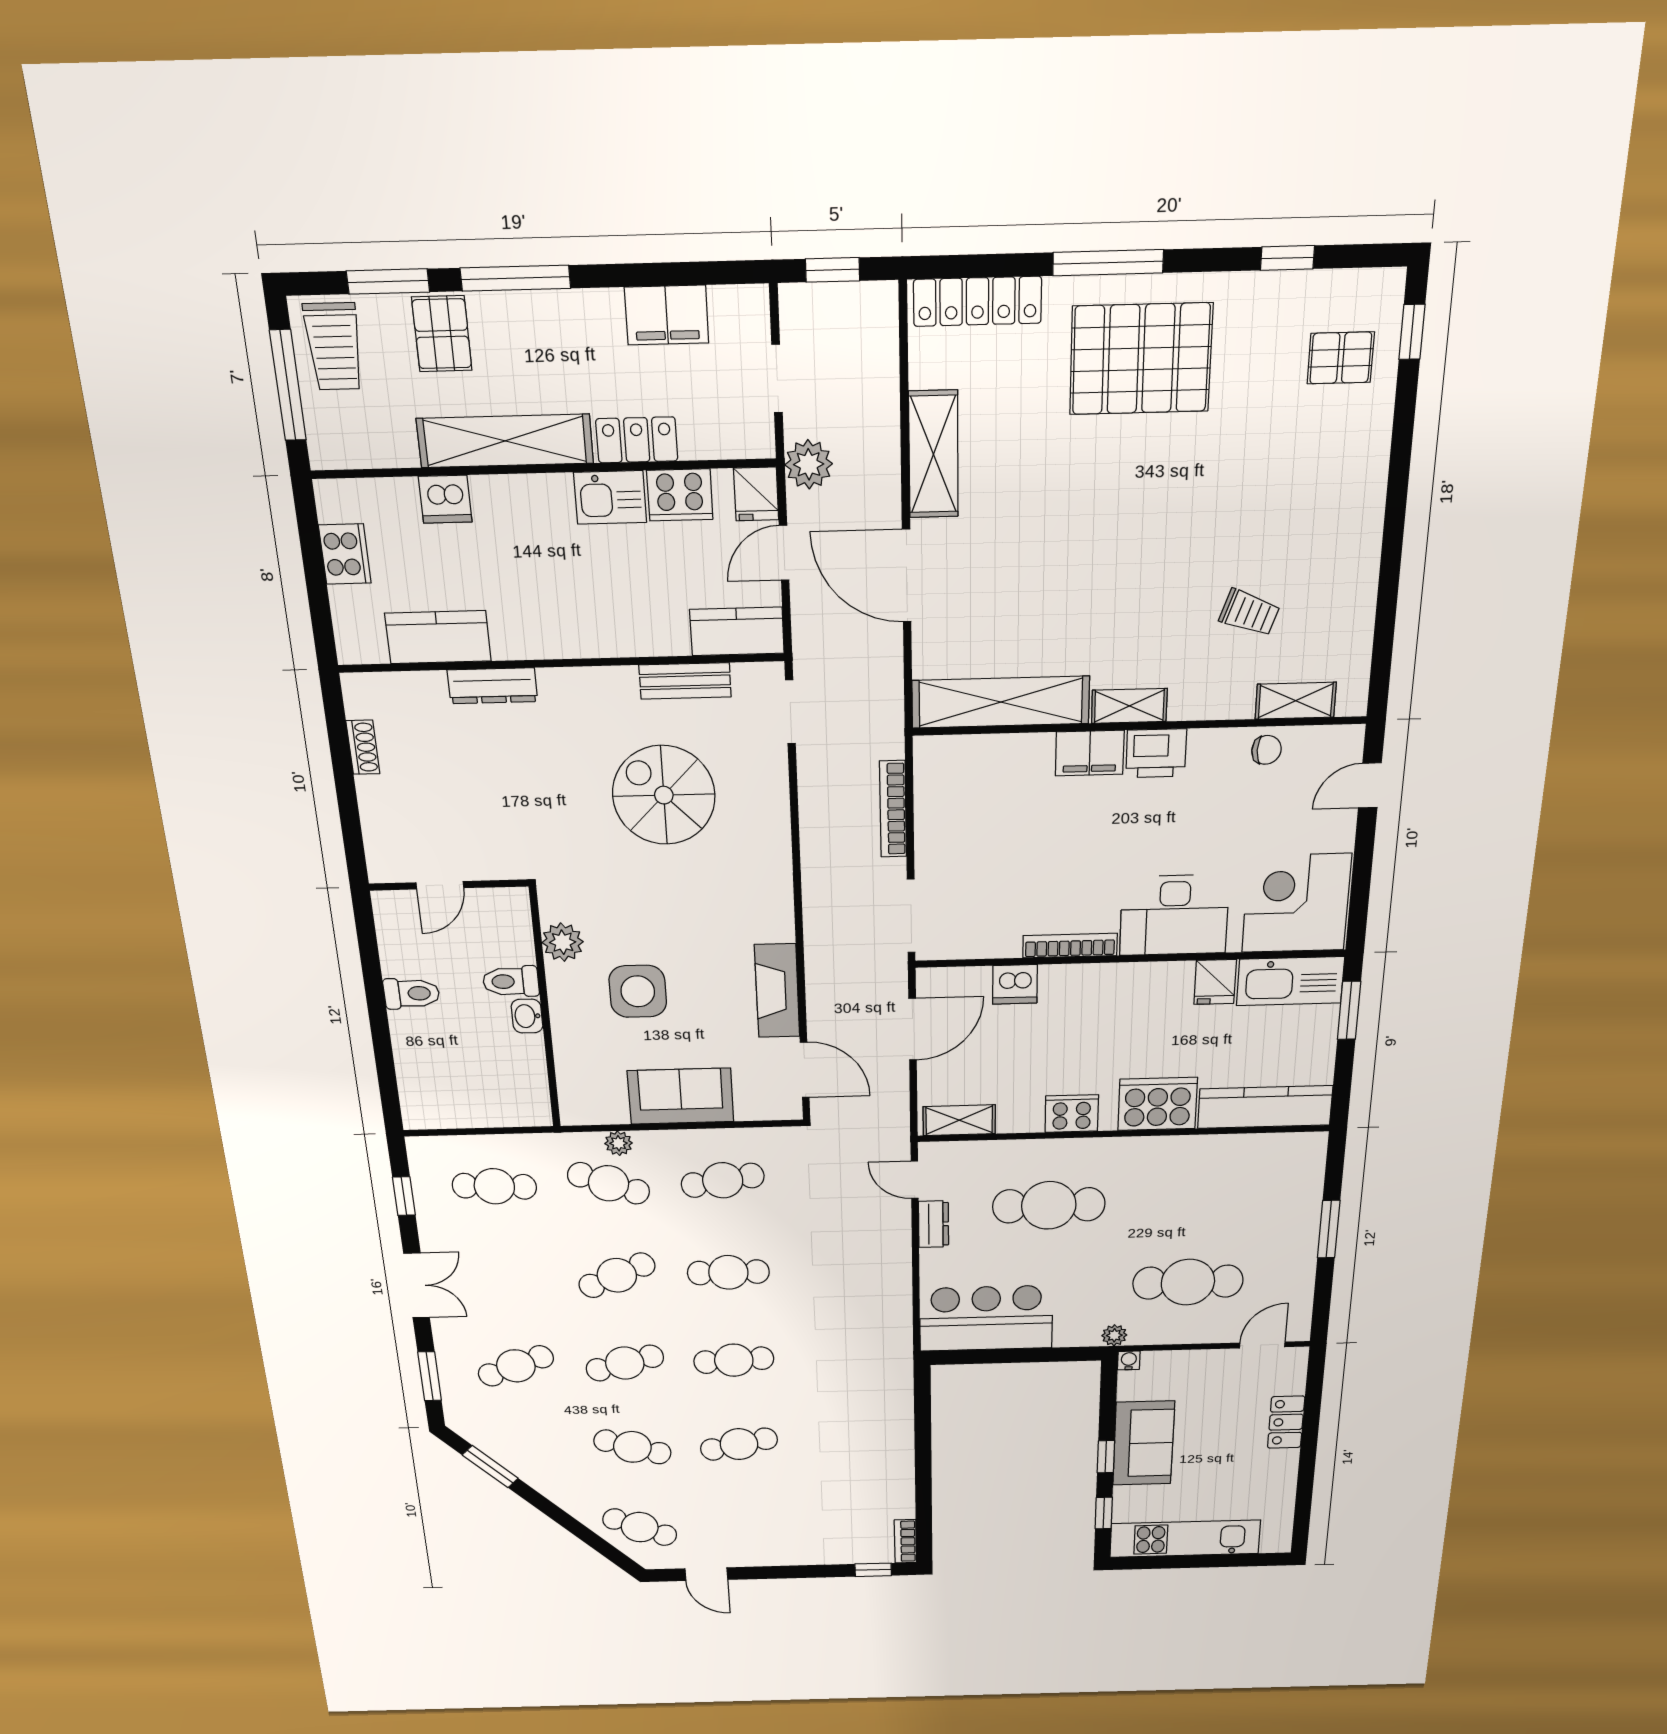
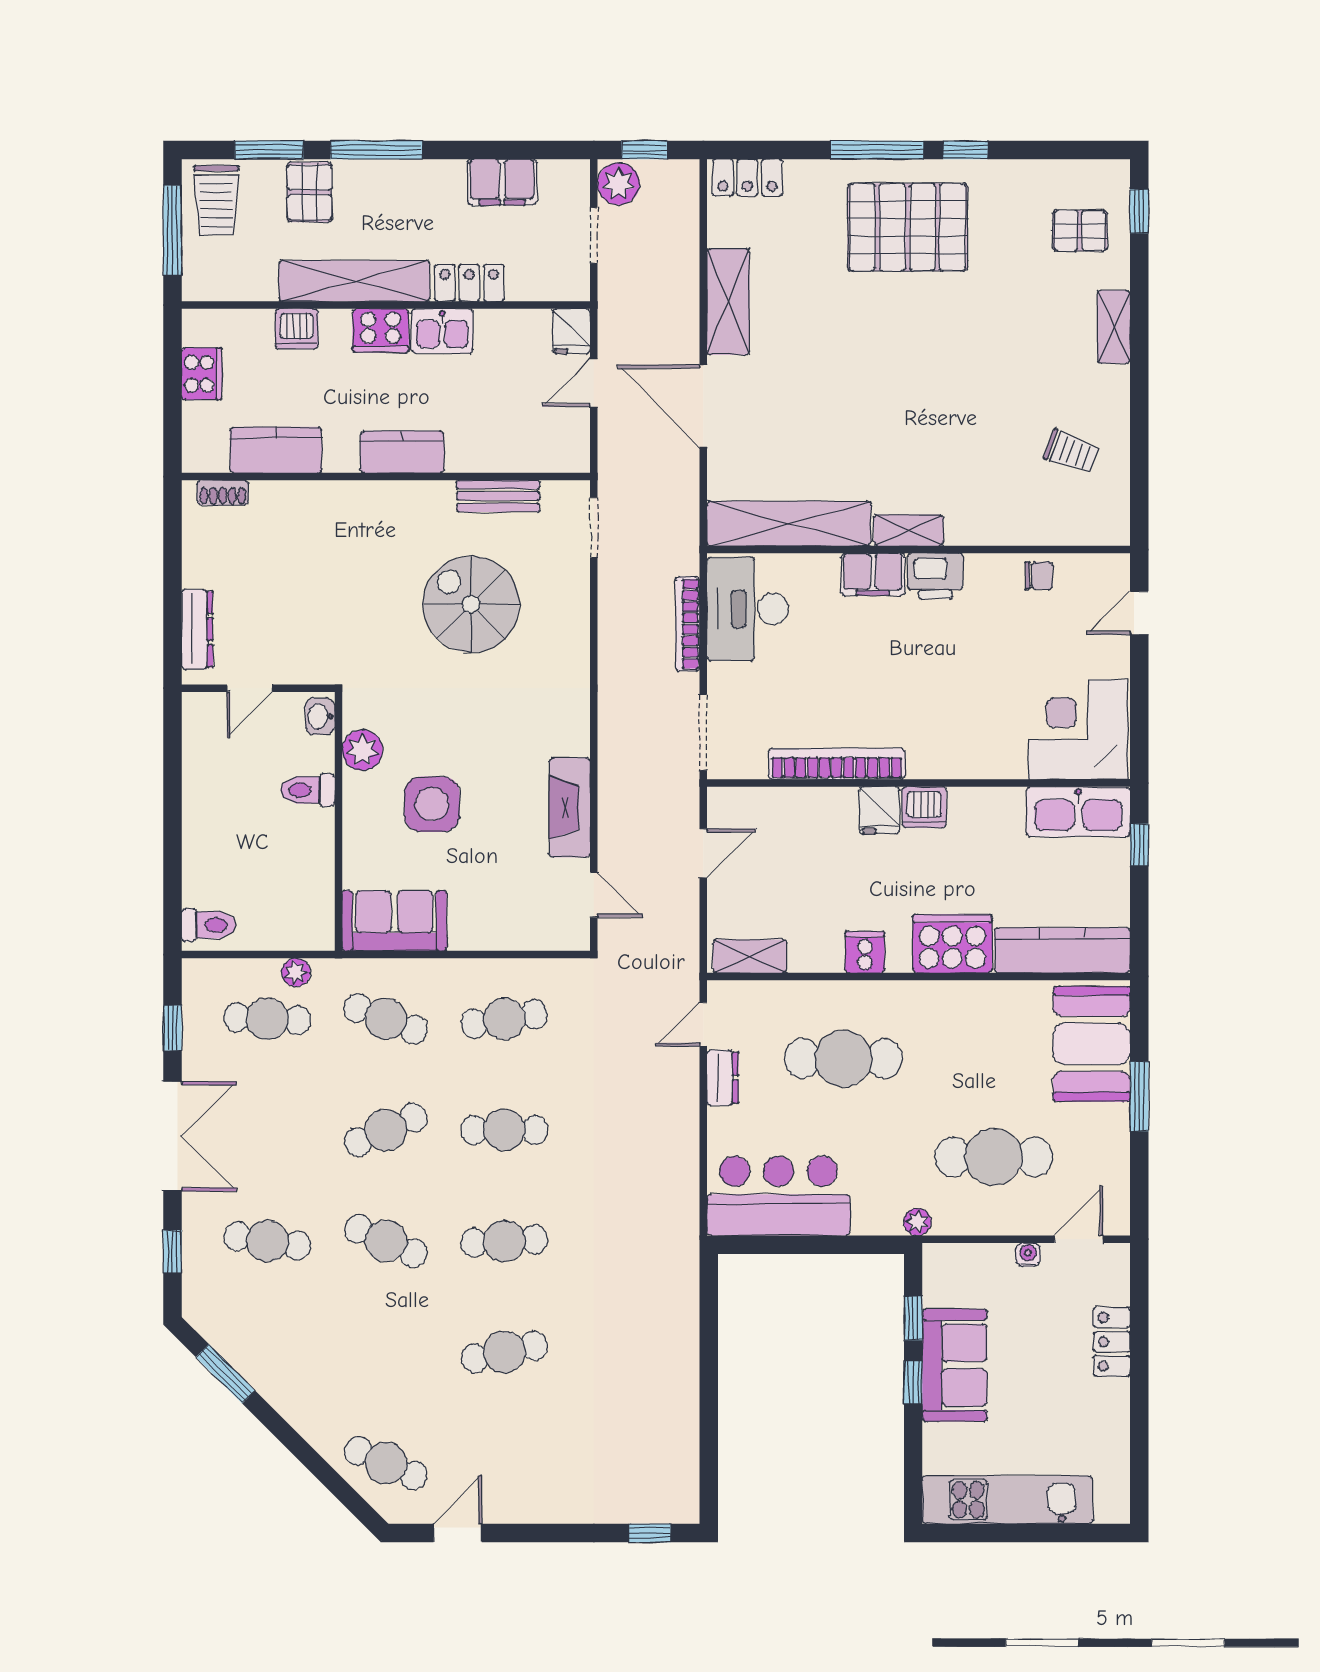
window: (1287, 258) -> (965, 150), moved
locker: (977, 301) -> (747, 178), width x0.66
plant: (809, 464) -> (619, 184), moved
cooker: (680, 495) -> (381, 330), moved
trolley: (1249, 613) -> (1072, 452), moved
kitchen counter: (737, 631) -> (402, 452), moved
dresser: (492, 686) -> (197, 629), moved, turned -90
shelving: (1296, 701) -> (1114, 327), moved, turned 90
shoe rack: (363, 747) -> (223, 493), moved, turned 90
desk: (1174, 915) -> (748, 609), moved, turned 90
bookcase: (1070, 946) -> (837, 764), width x1.48, depth x1.31
fridge: (1215, 982) -> (879, 810), moved
dishwasher: (1015, 984) -> (924, 807), moved
toilet: (412, 993) -> (209, 925), moved
window: (1349, 1010) -> (1139, 845), width x0.67
washbasin: (527, 1016) -> (320, 716), moved
door: (913, 1029) -> (703, 853), width x0.73
door: (805, 1070) -> (594, 895), width x0.73
sofa: (681, 1096) -> (394, 921), moved
cooker: (1072, 1114) -> (865, 952), width x0.73
plant: (619, 1143) -> (296, 973), moved
door: (915, 1180) -> (703, 1024), hinge flipped
booth: (1287, 1187) -> (1092, 1044), added
double door: (417, 1286) -> (172, 1136), width x1.37
water cooler: (1129, 1360) -> (1028, 1255), moved
cafe table: (625, 1363) -> (386, 1241), turned 39
cafe table: (516, 1366) -> (267, 1241), turned 30
window: (430, 1376) -> (172, 1251), width x0.67
cafe table: (632, 1447) -> (386, 1352), removed
window: (1104, 1513) -> (913, 1318), moved
bookcase: (905, 1541) -> (687, 1493), removed
door: (706, 1574) -> (458, 1533), swing flipped

